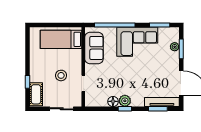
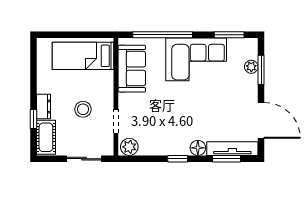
dresser: (34, 74) -> (44, 107), added
floor lamp: (113, 101) -> (198, 148), moved
plant: (125, 101) -> (129, 147), moved

